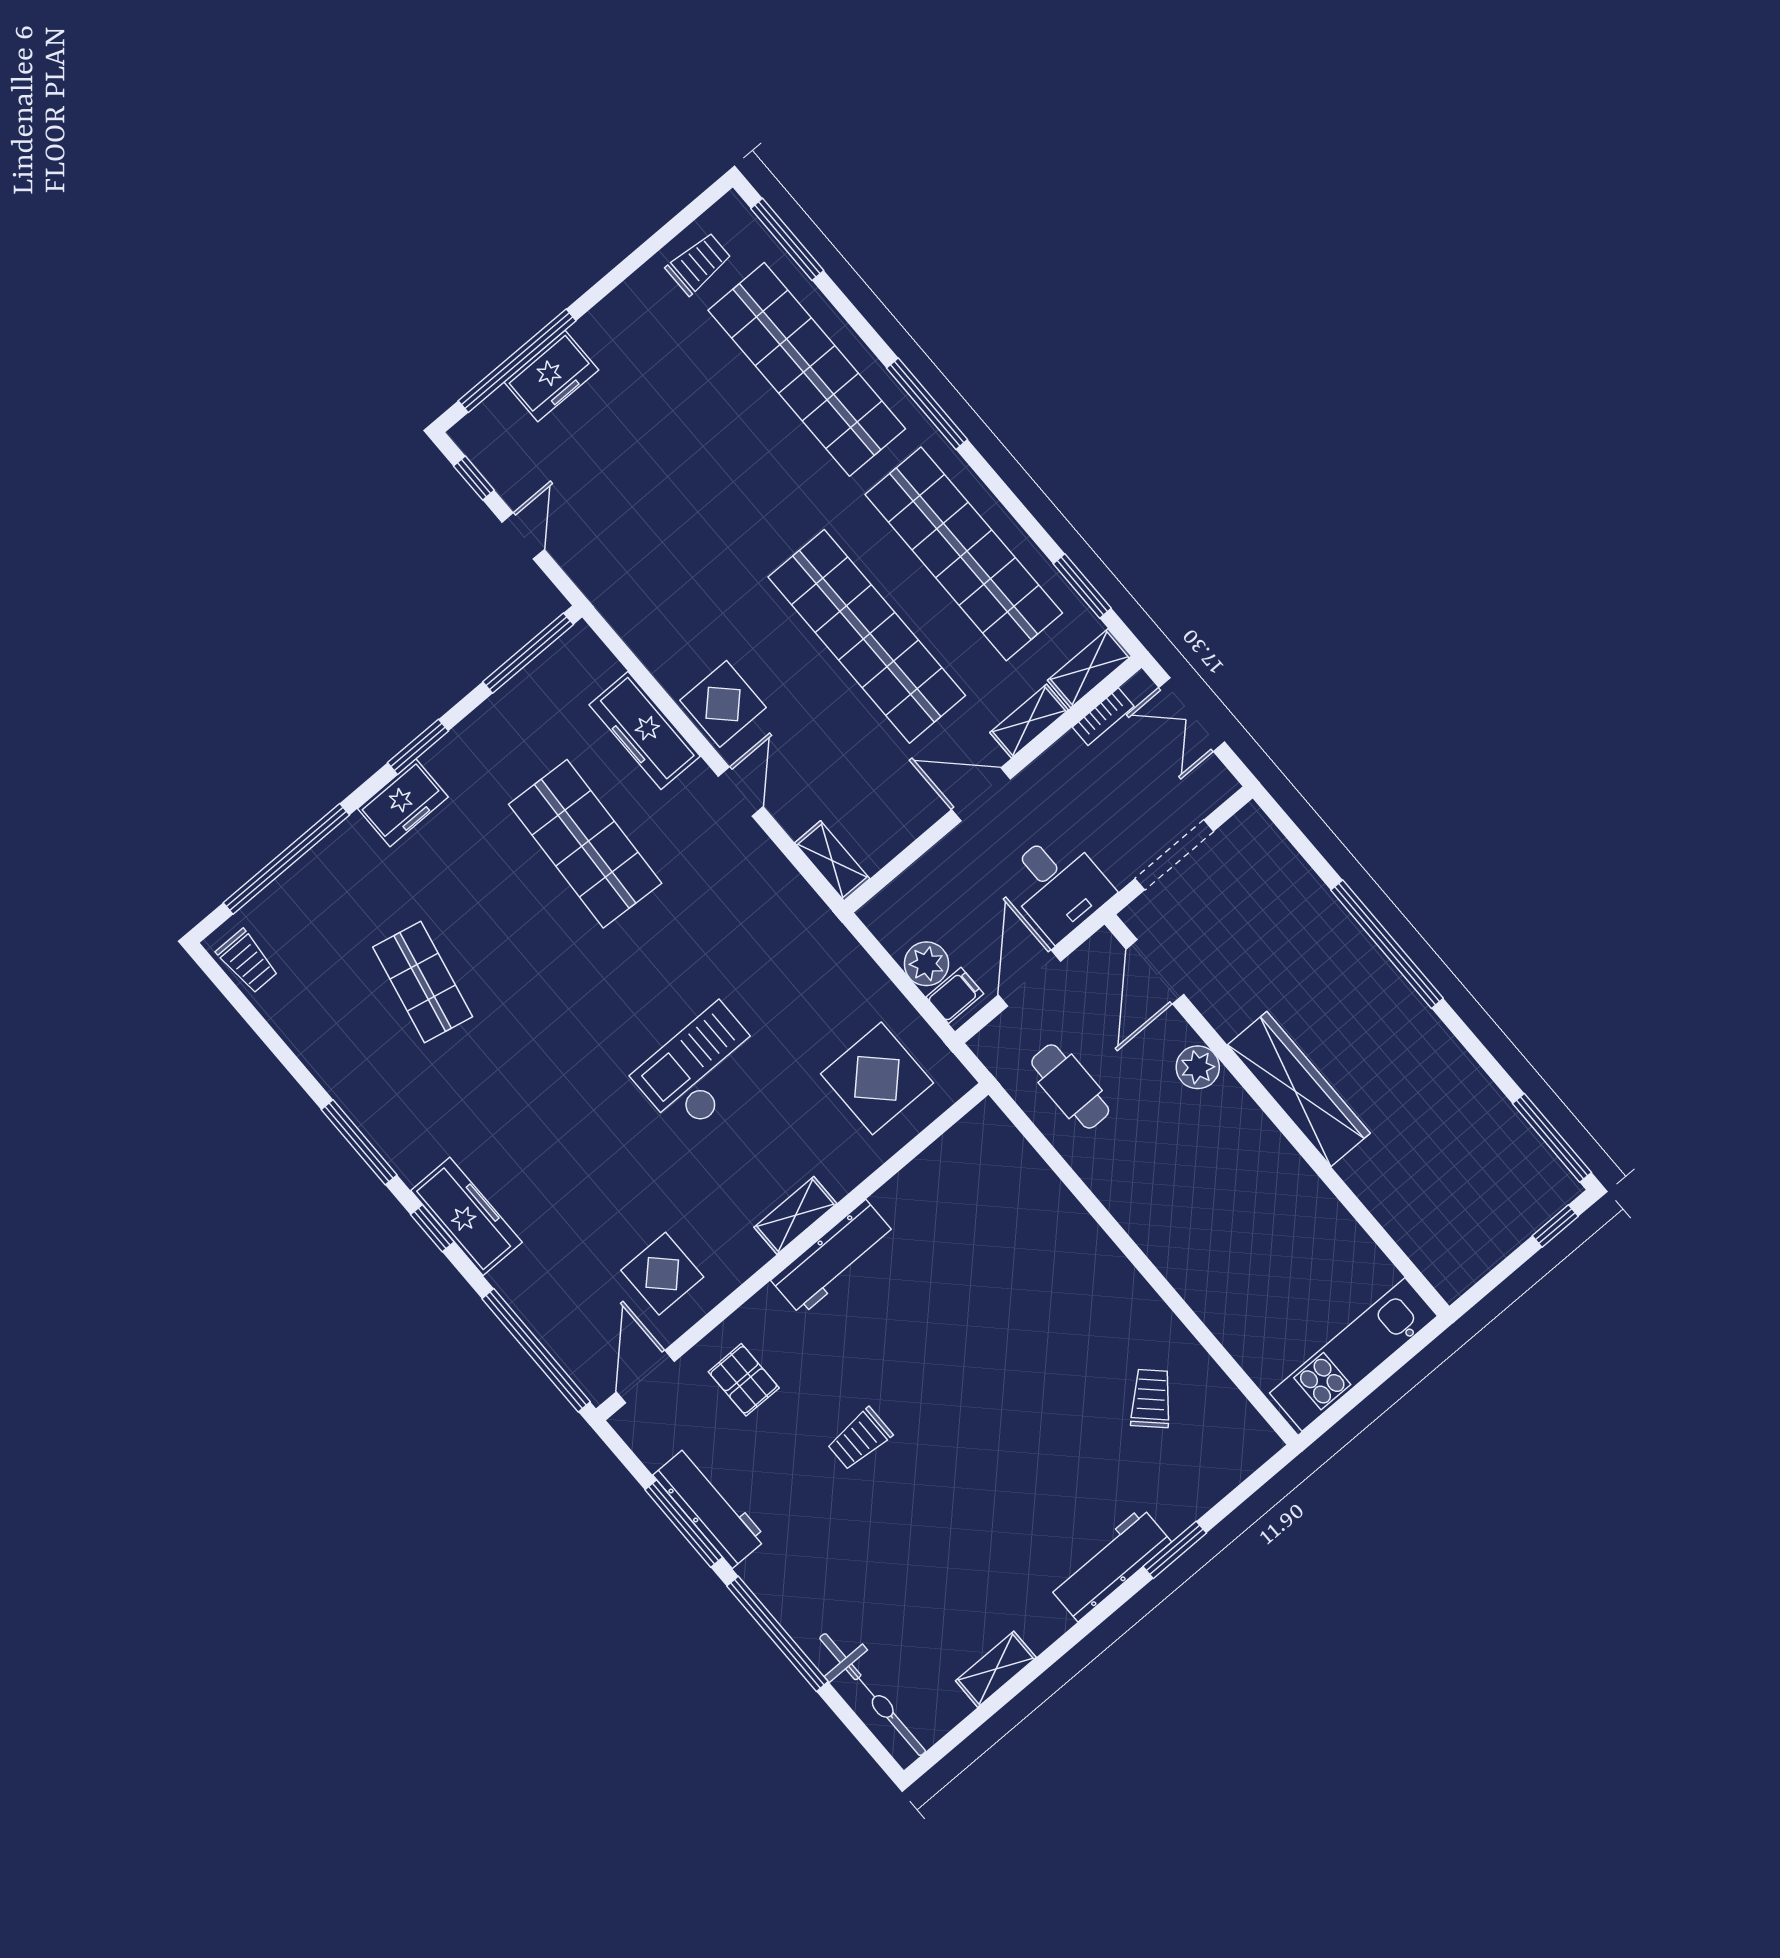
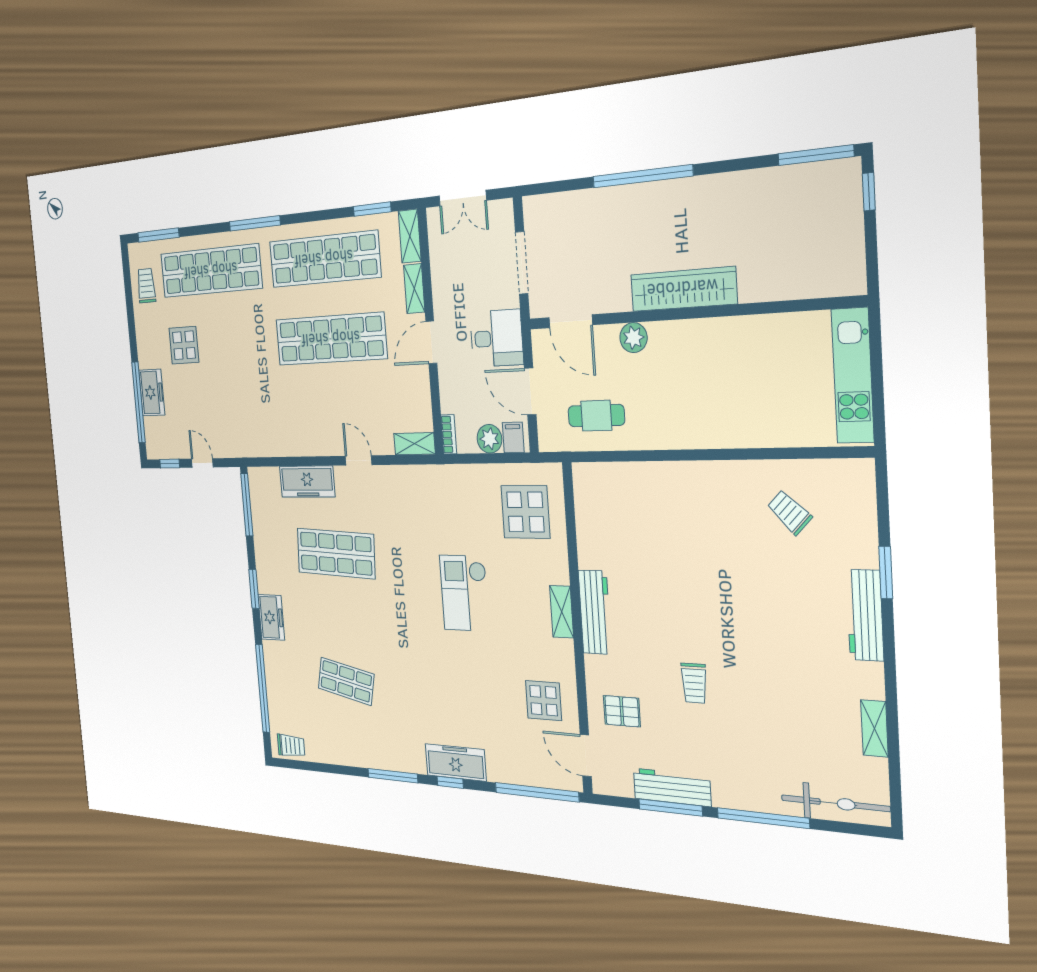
display table: (723, 704) -> (184, 345), moved
bookcase: (1103, 717) -> (449, 434), moved

